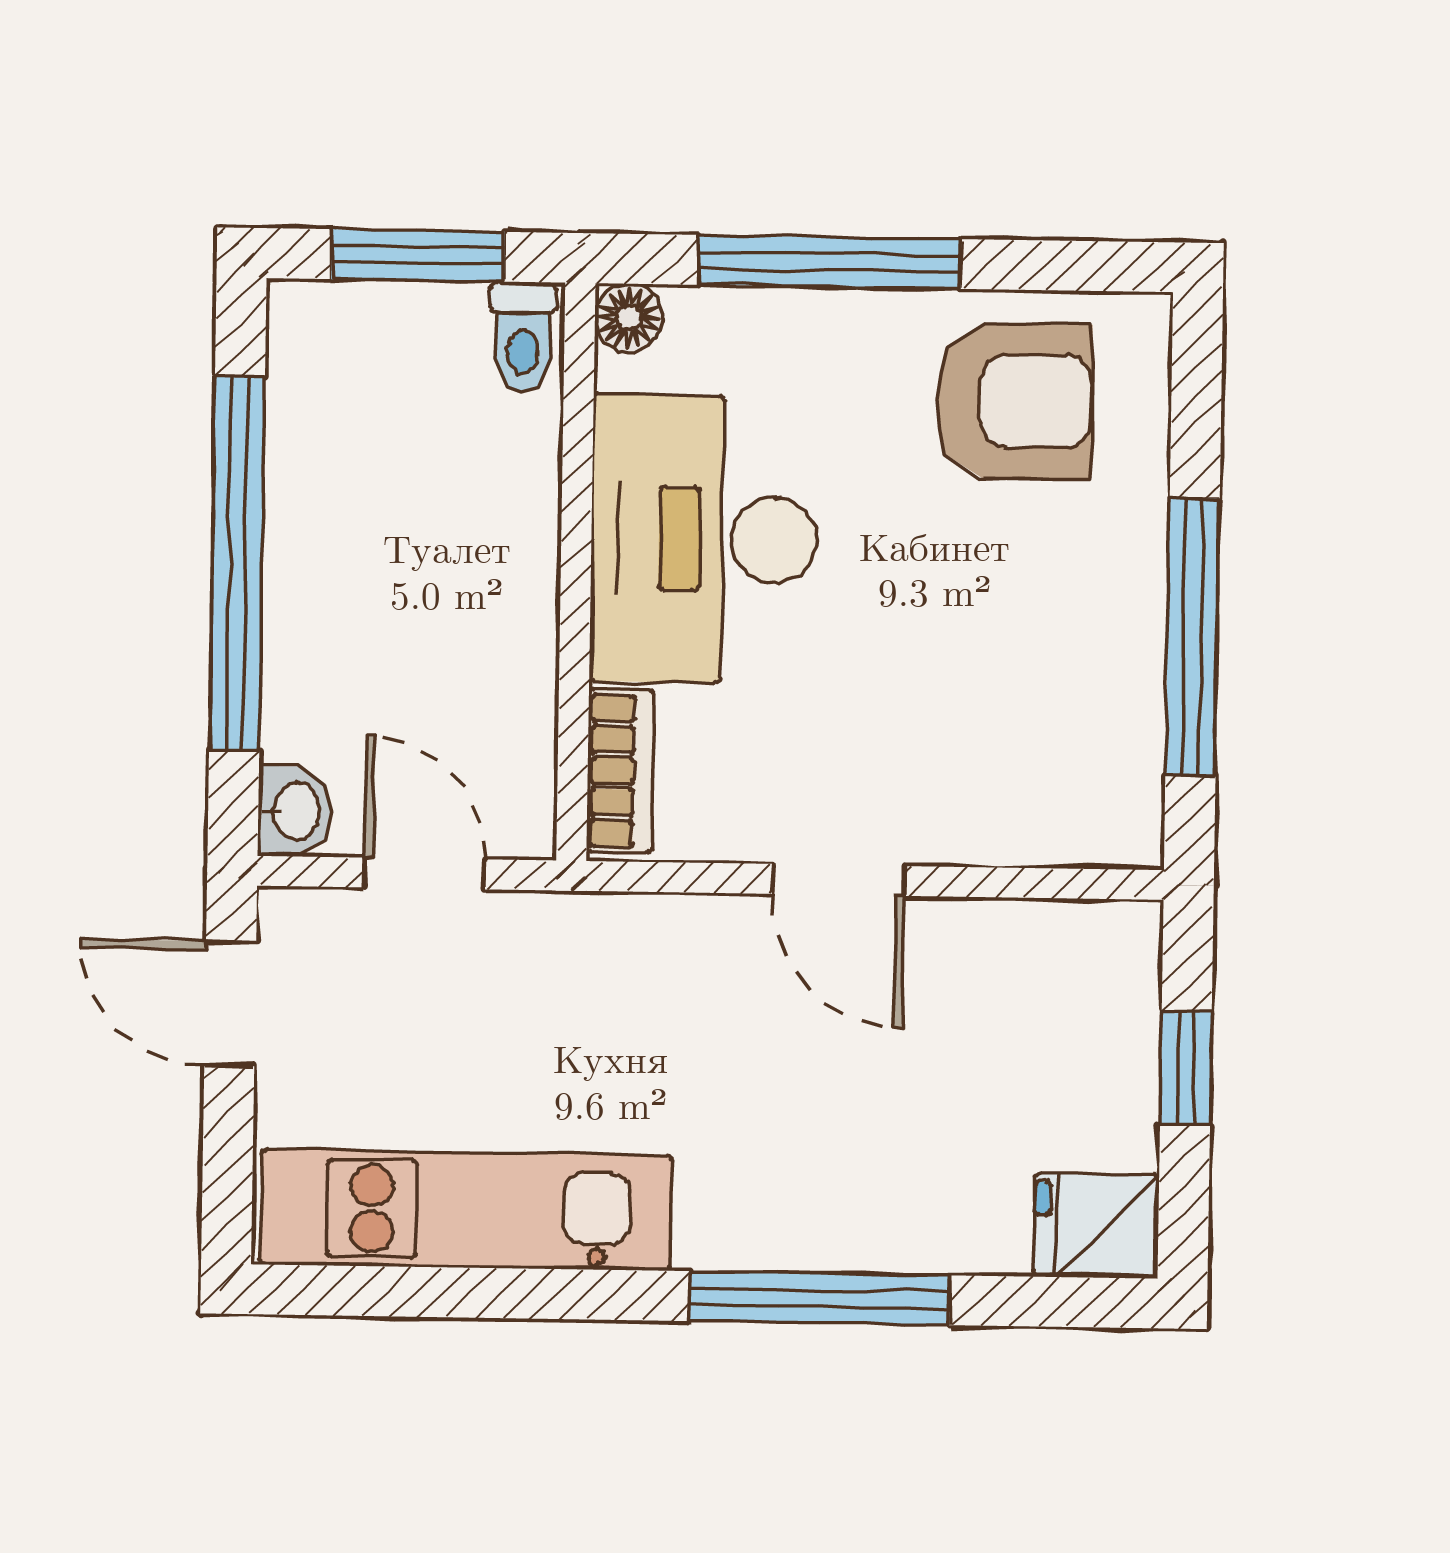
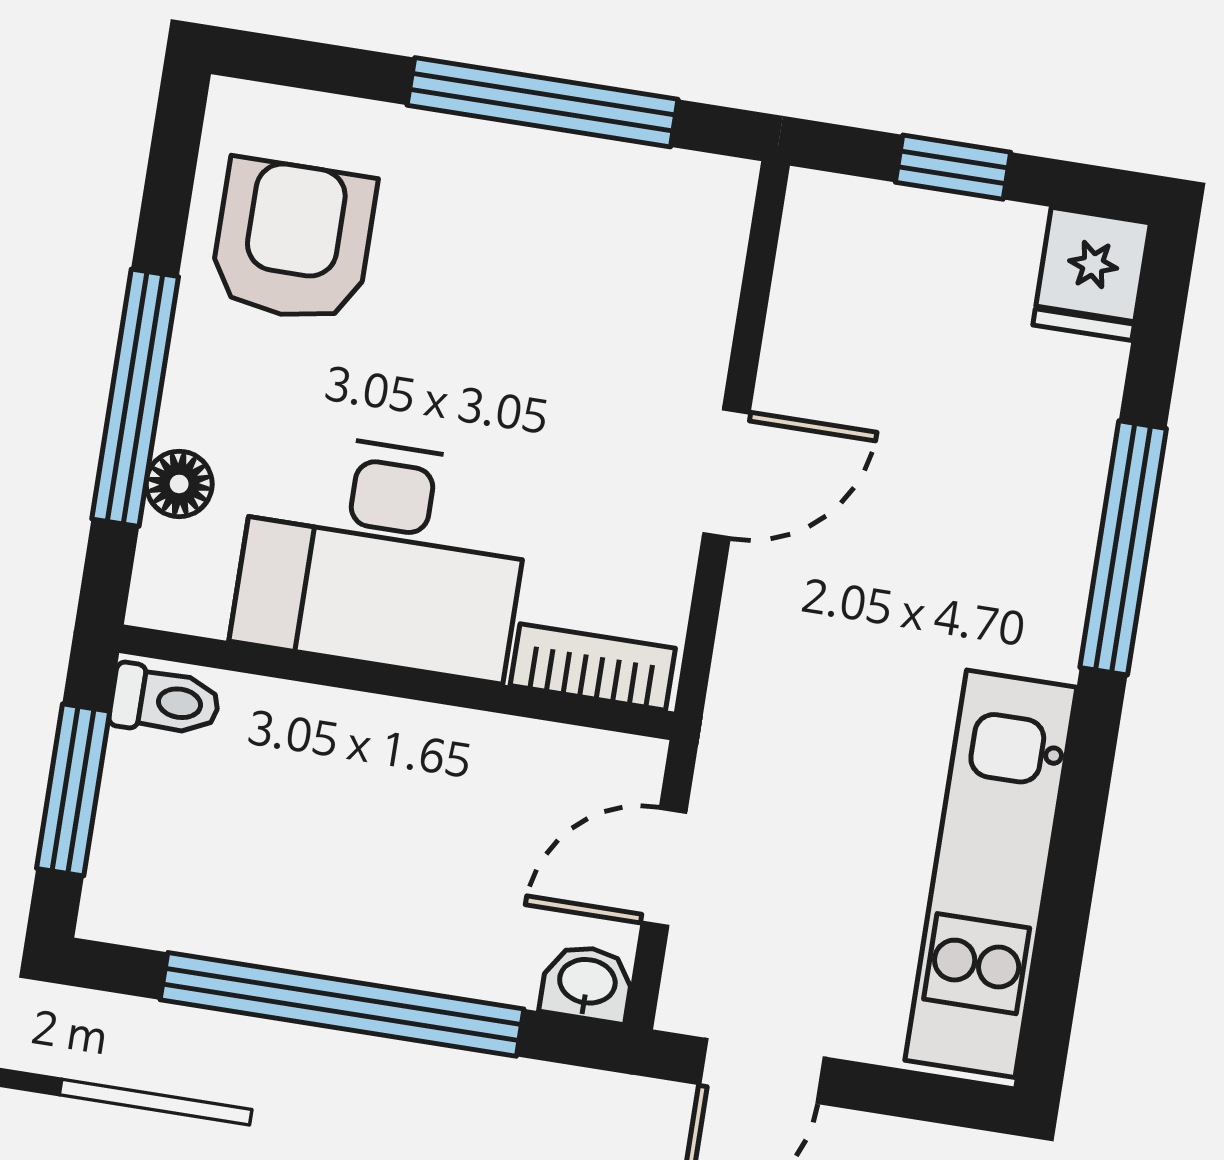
floor lamp: (629, 318) -> (179, 484), moved

